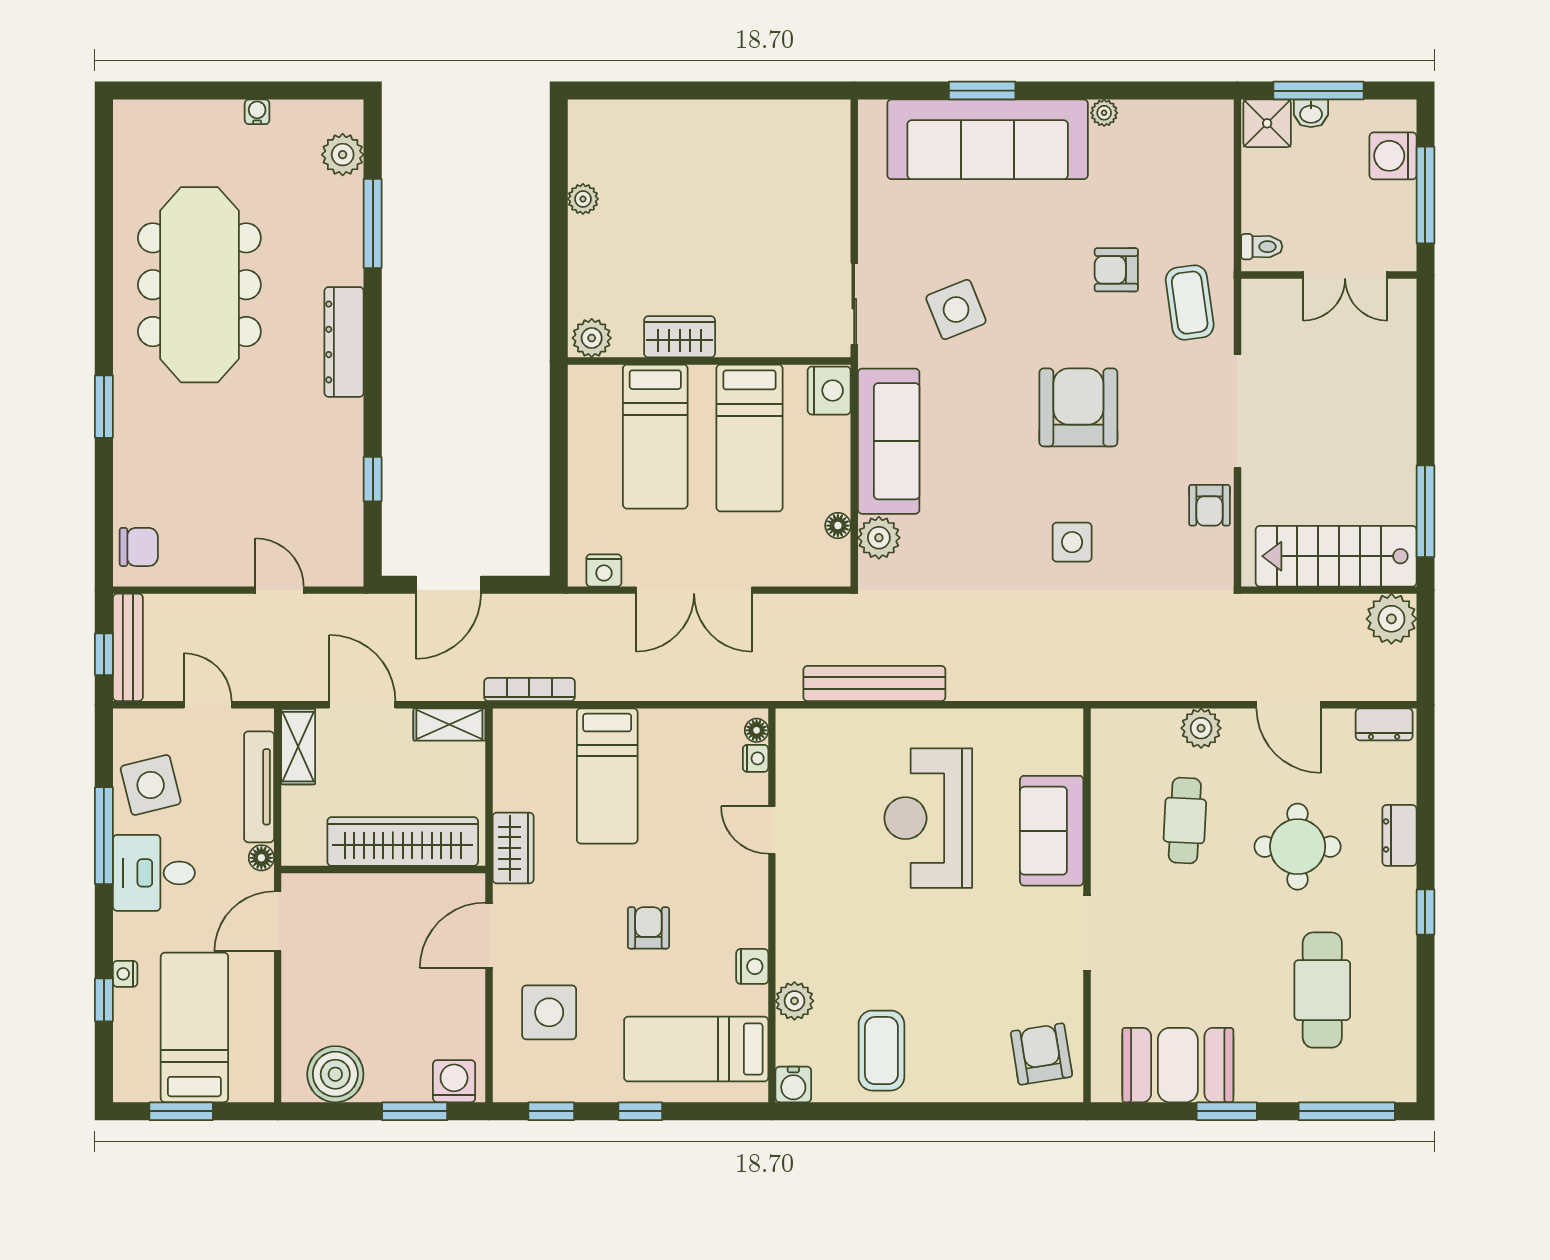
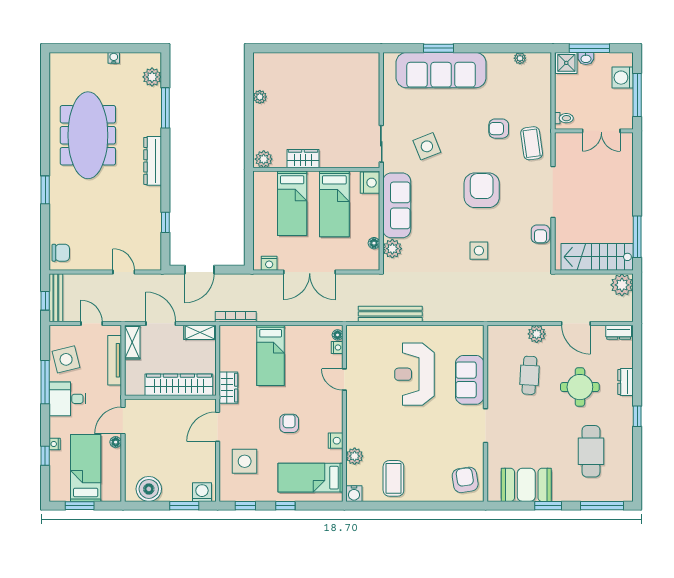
plant: (1104, 113) -> (520, 58), moved
floor lamp: (261, 858) -> (116, 442), moved

